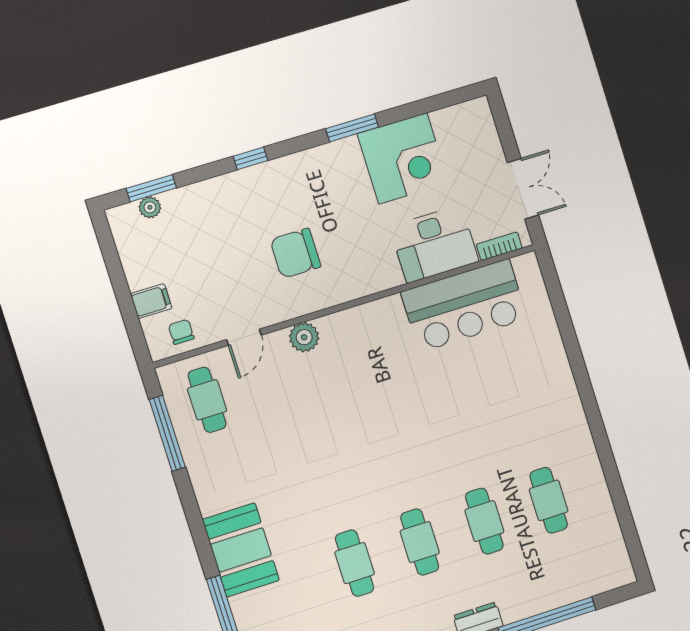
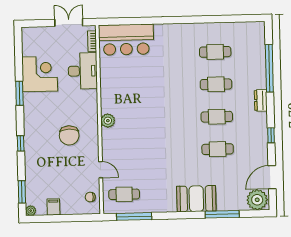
plant: (150, 207) -> (31, 211), moved
filing cabinet: (151, 301) -> (53, 207), moved
bar counter: (464, 305) -> (126, 40), moved, turned 90
plant: (304, 337) -> (108, 121), moved

